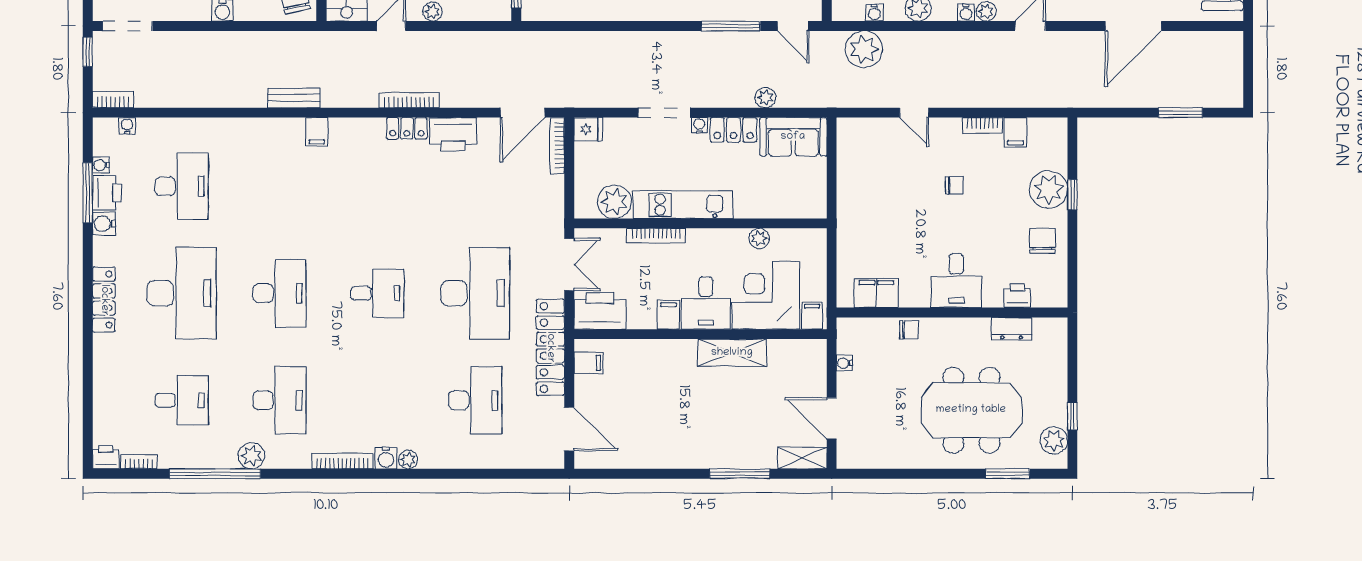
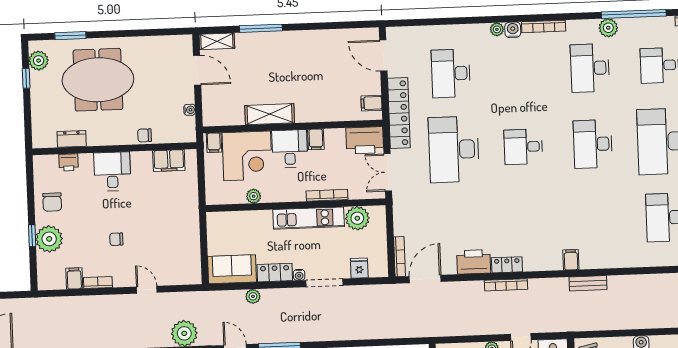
fridge: (588, 129) -> (359, 268), moved, turned 90

